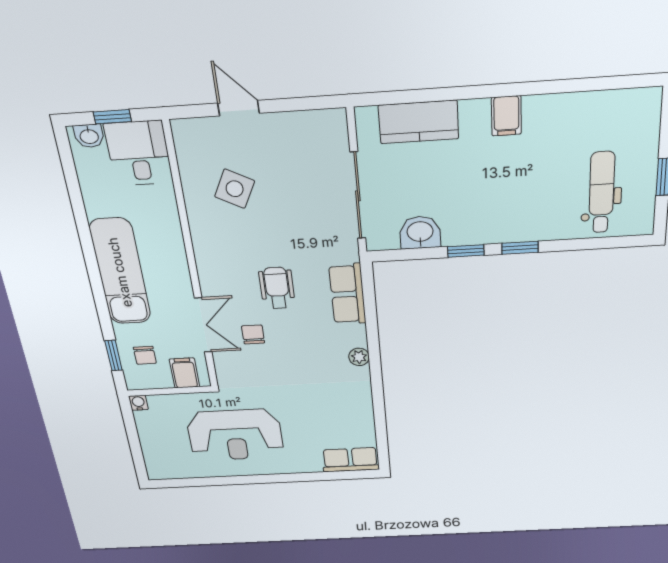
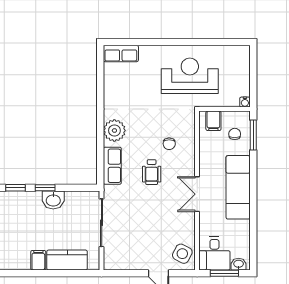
filing cabinet: (506, 116) -> (38, 260), moved
window: (112, 117) -> (224, 273), width x1.50
side table: (235, 189) -> (182, 254), moved
washbasin: (420, 232) -> (53, 200), moved
double door: (203, 325) -> (197, 194), moved
window: (114, 355) -> (253, 135), width x1.50
plant: (359, 357) -> (114, 131), width x1.88, depth x1.88

